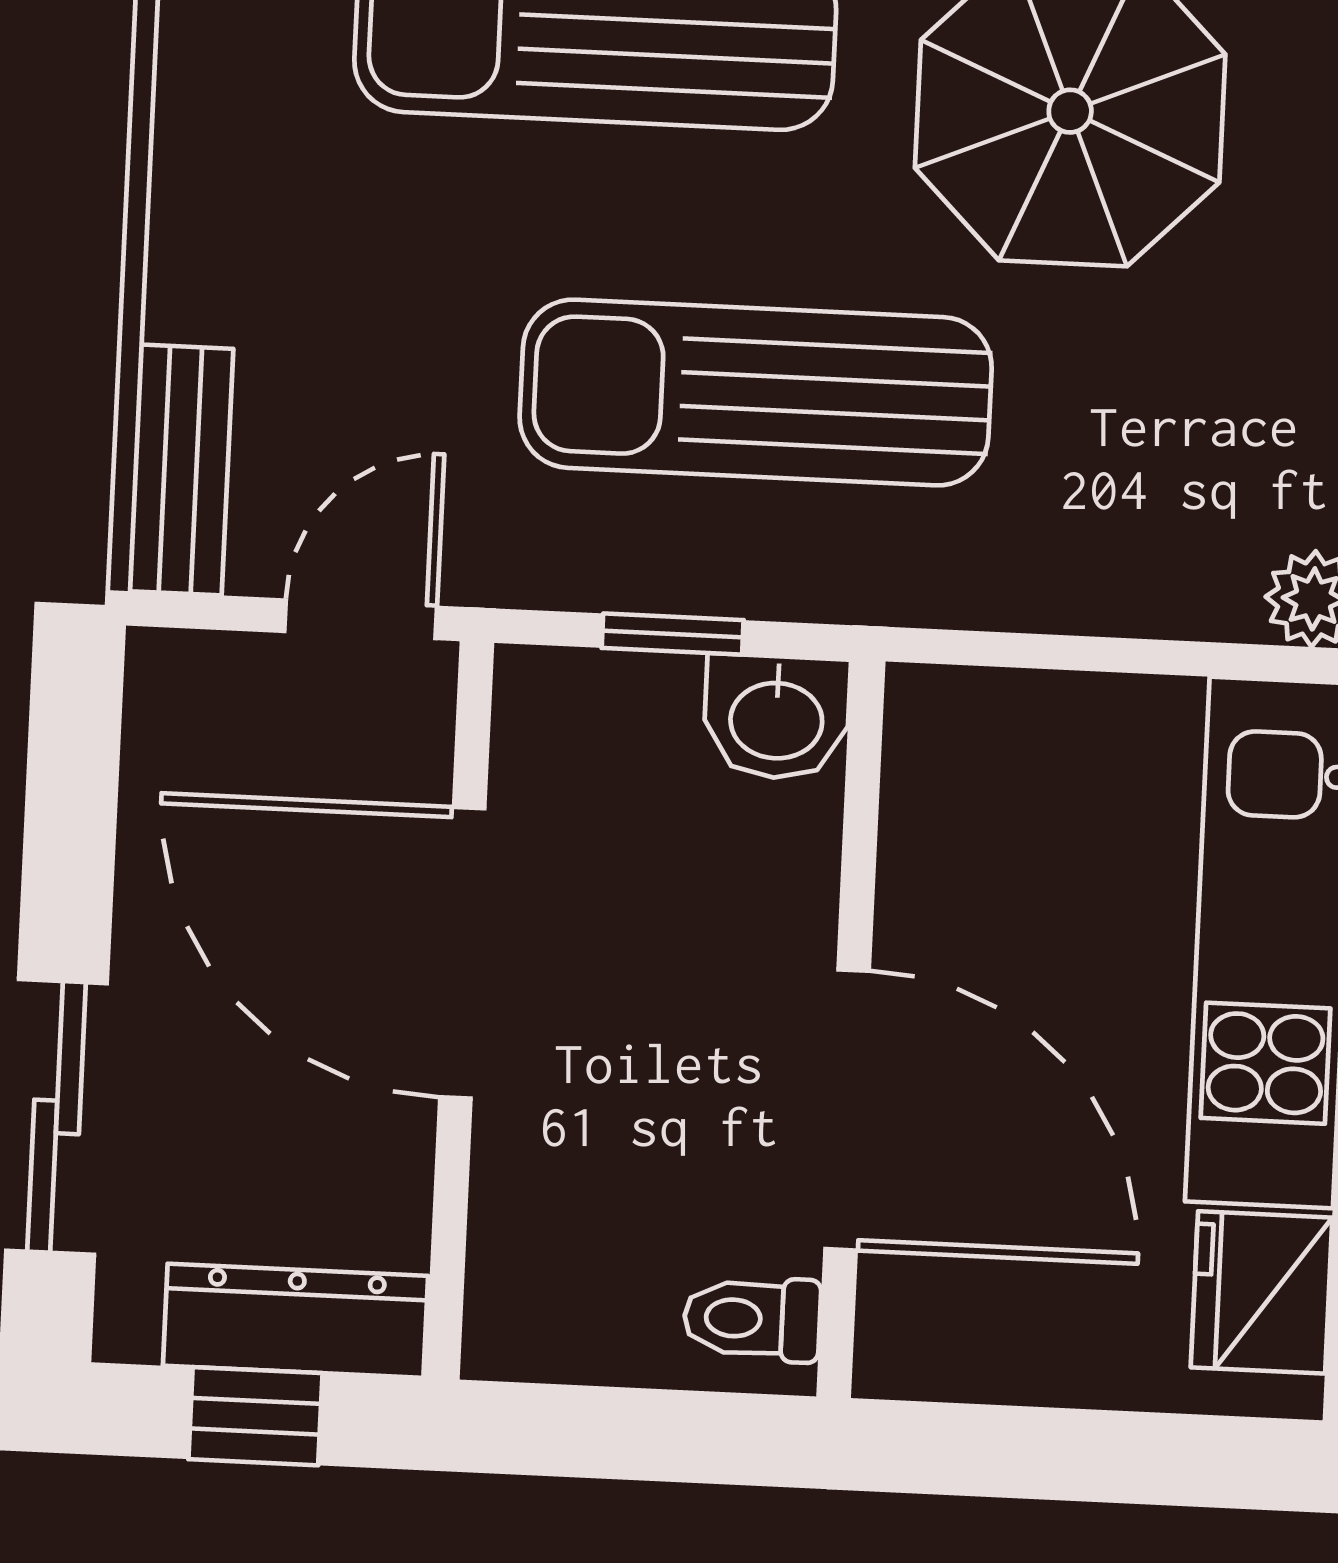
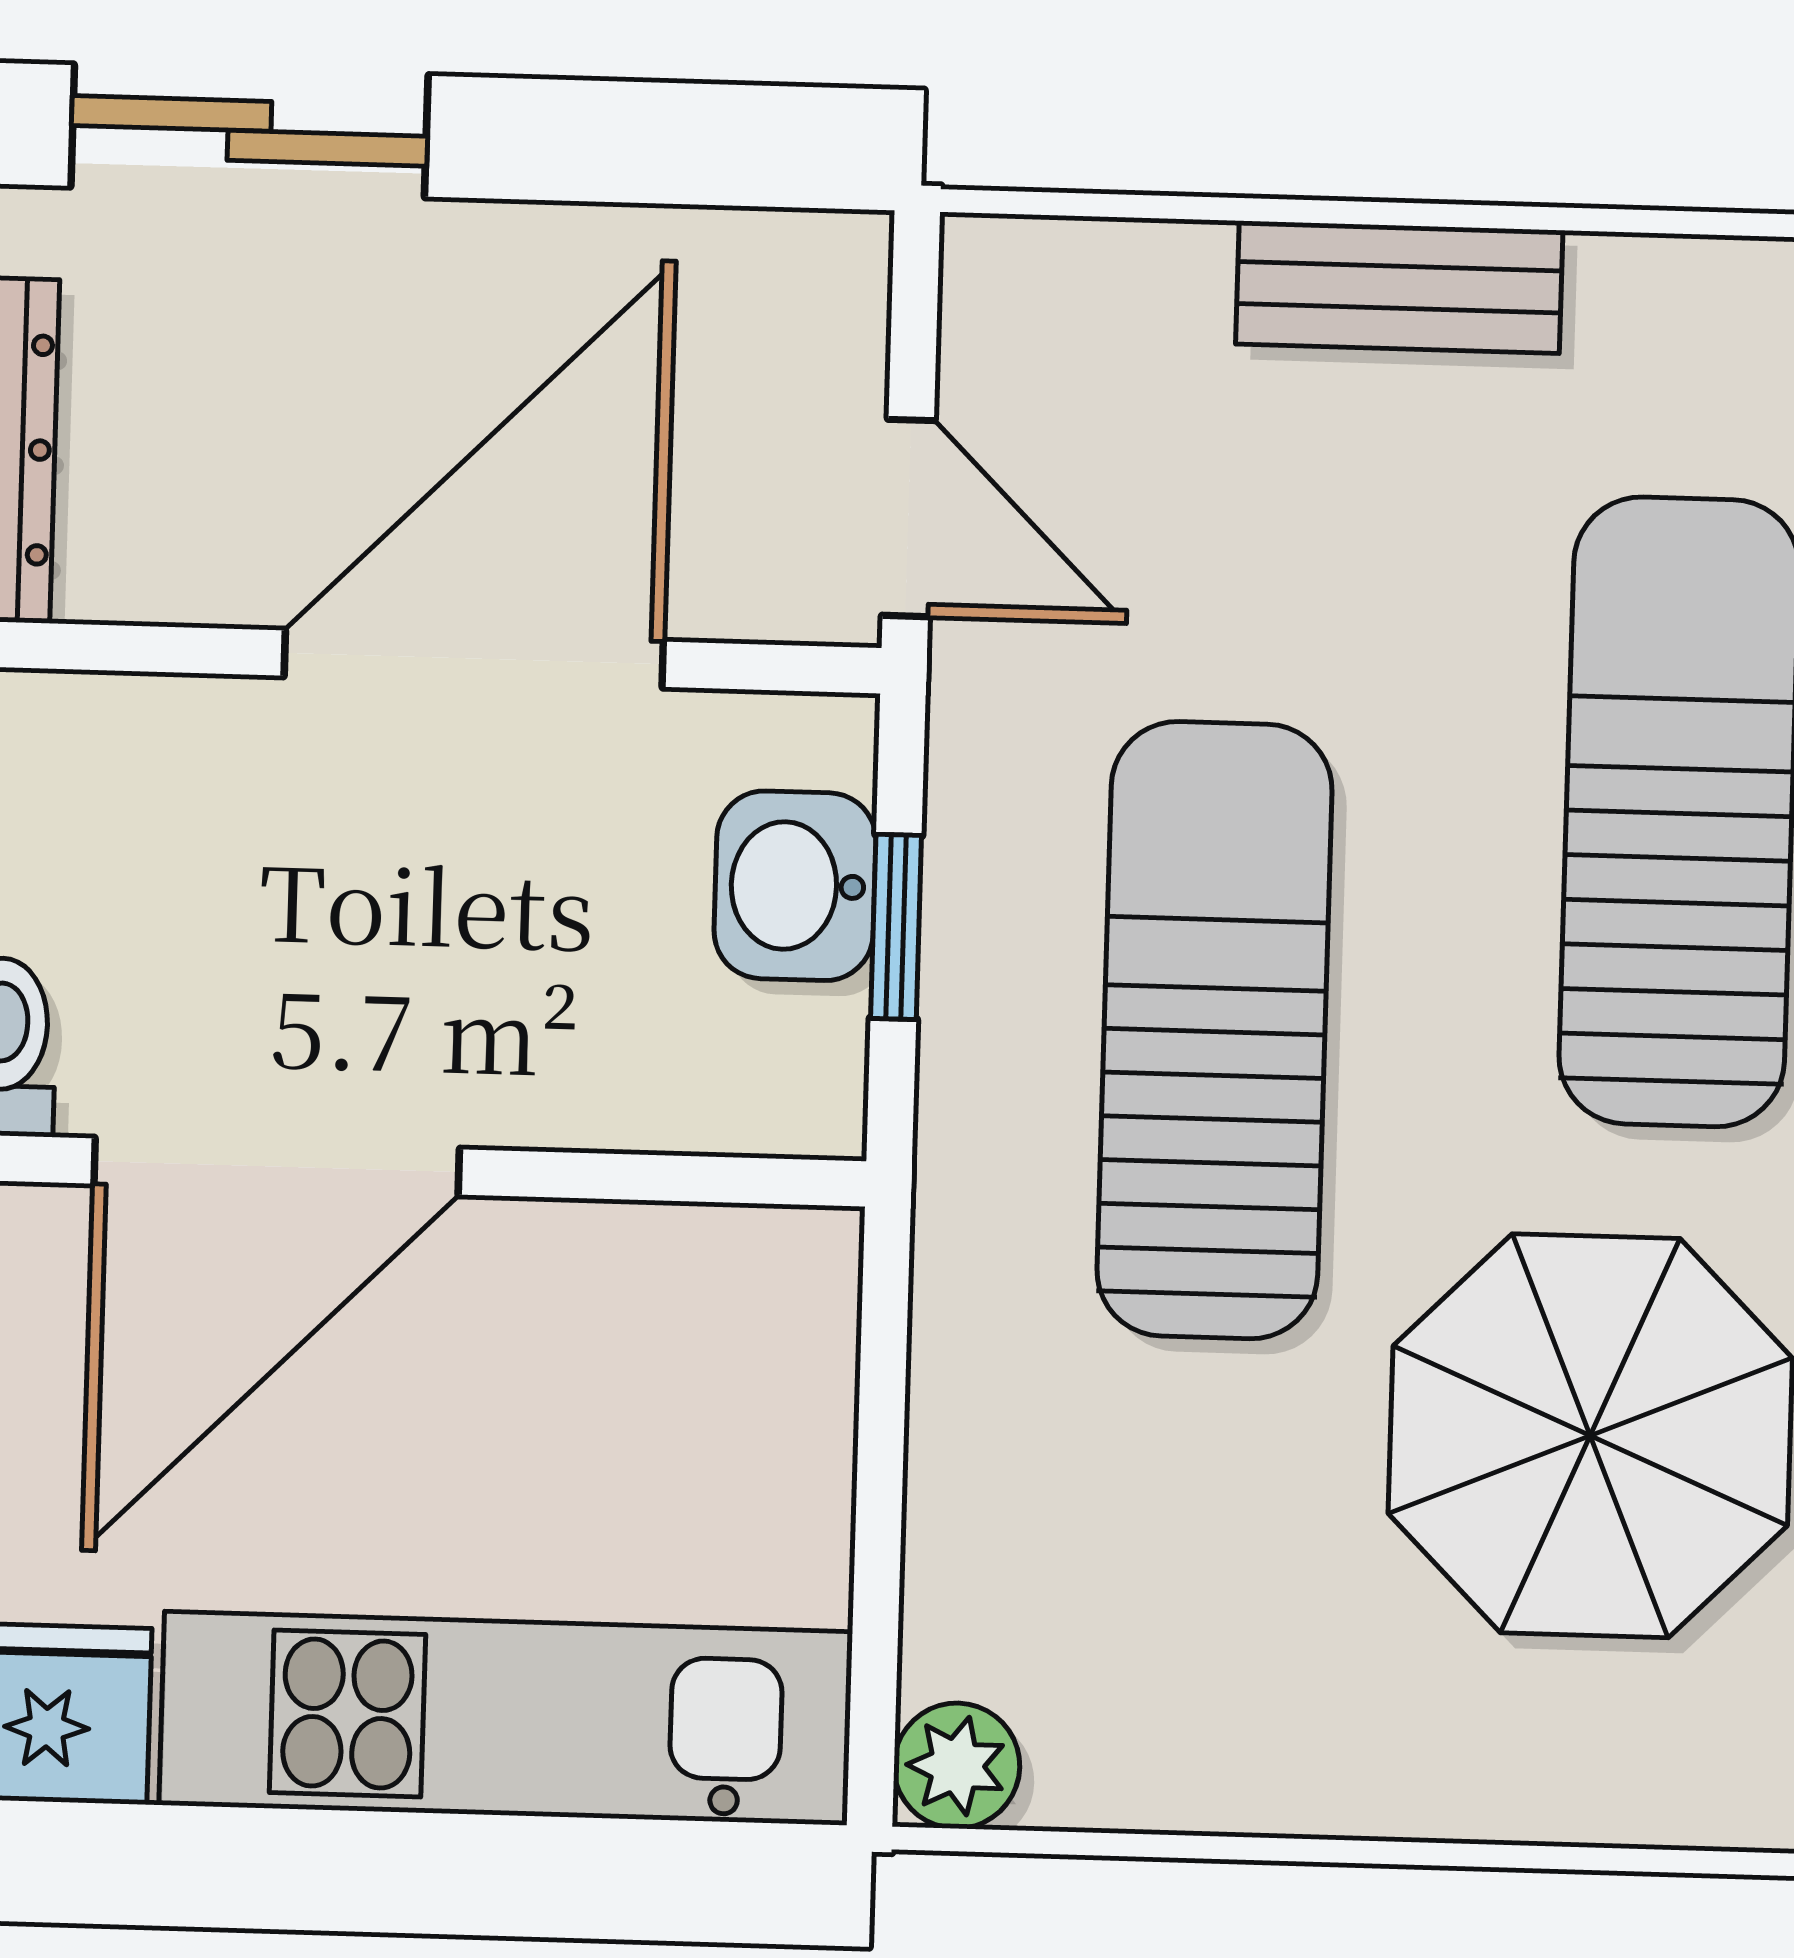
bench: (180, 470) -> (1399, 287), moved
washbasin: (777, 717) -> (795, 886), moved

